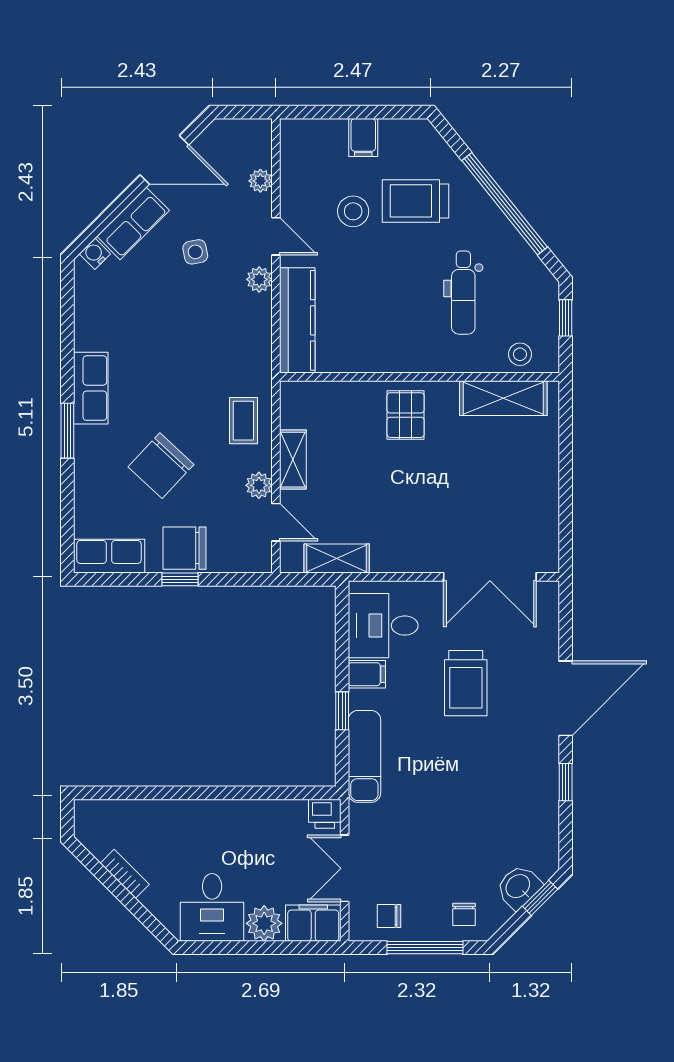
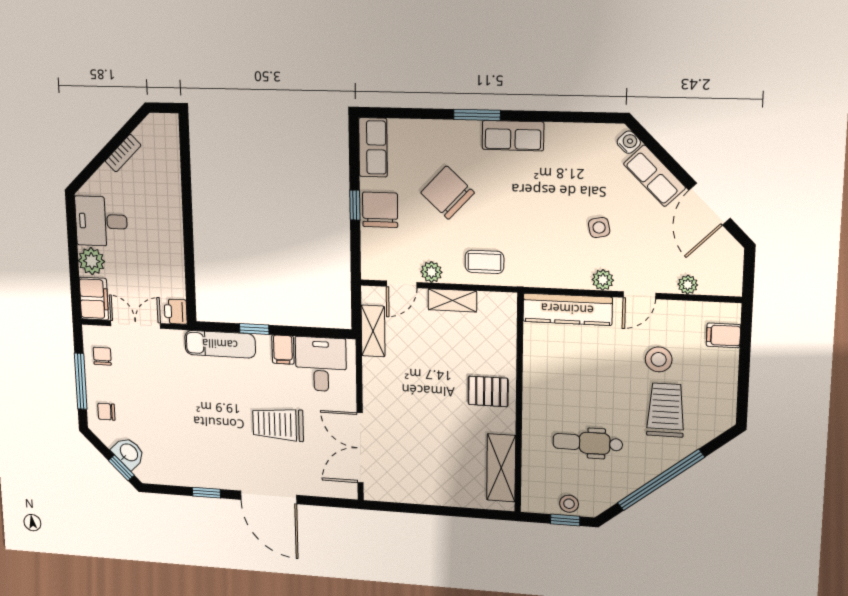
filing cabinet: (363, 138) -> (723, 335), moved
side table: (195, 252) -> (599, 227), moved
stool: (520, 354) -> (569, 504), moved

